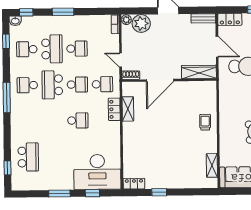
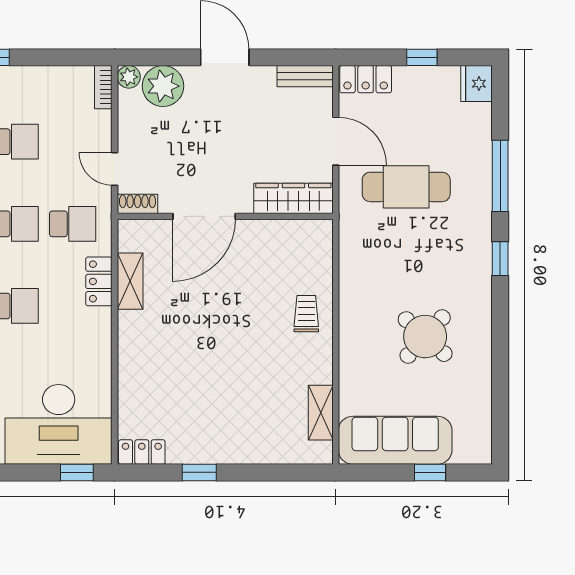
window: (92, 193) -> (77, 472), moved

